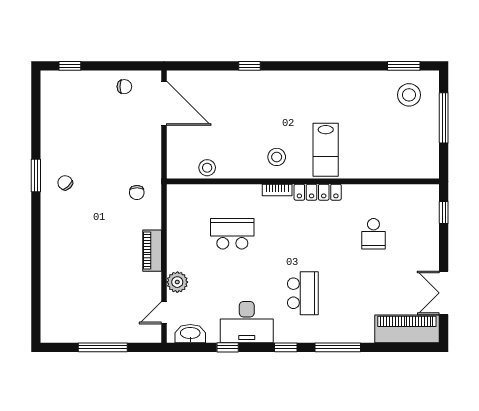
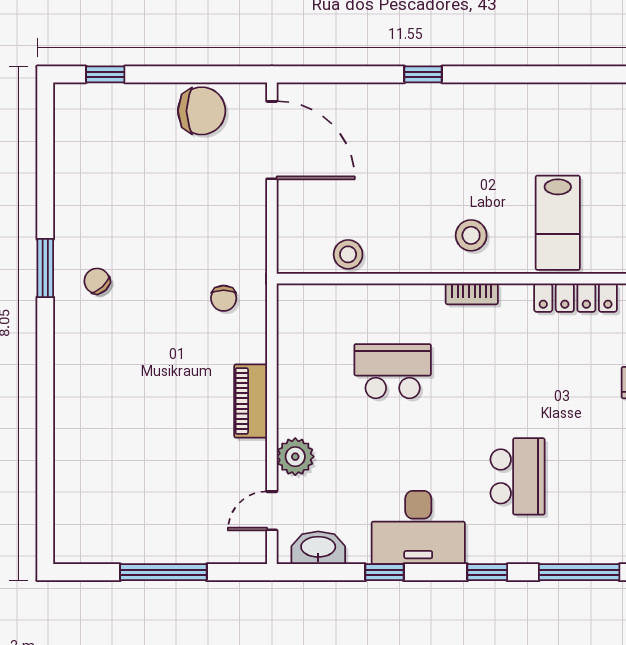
chair: (124, 87) -> (202, 111), width x1.87, depth x1.87
locker: (318, 192) -> (576, 298), moved

